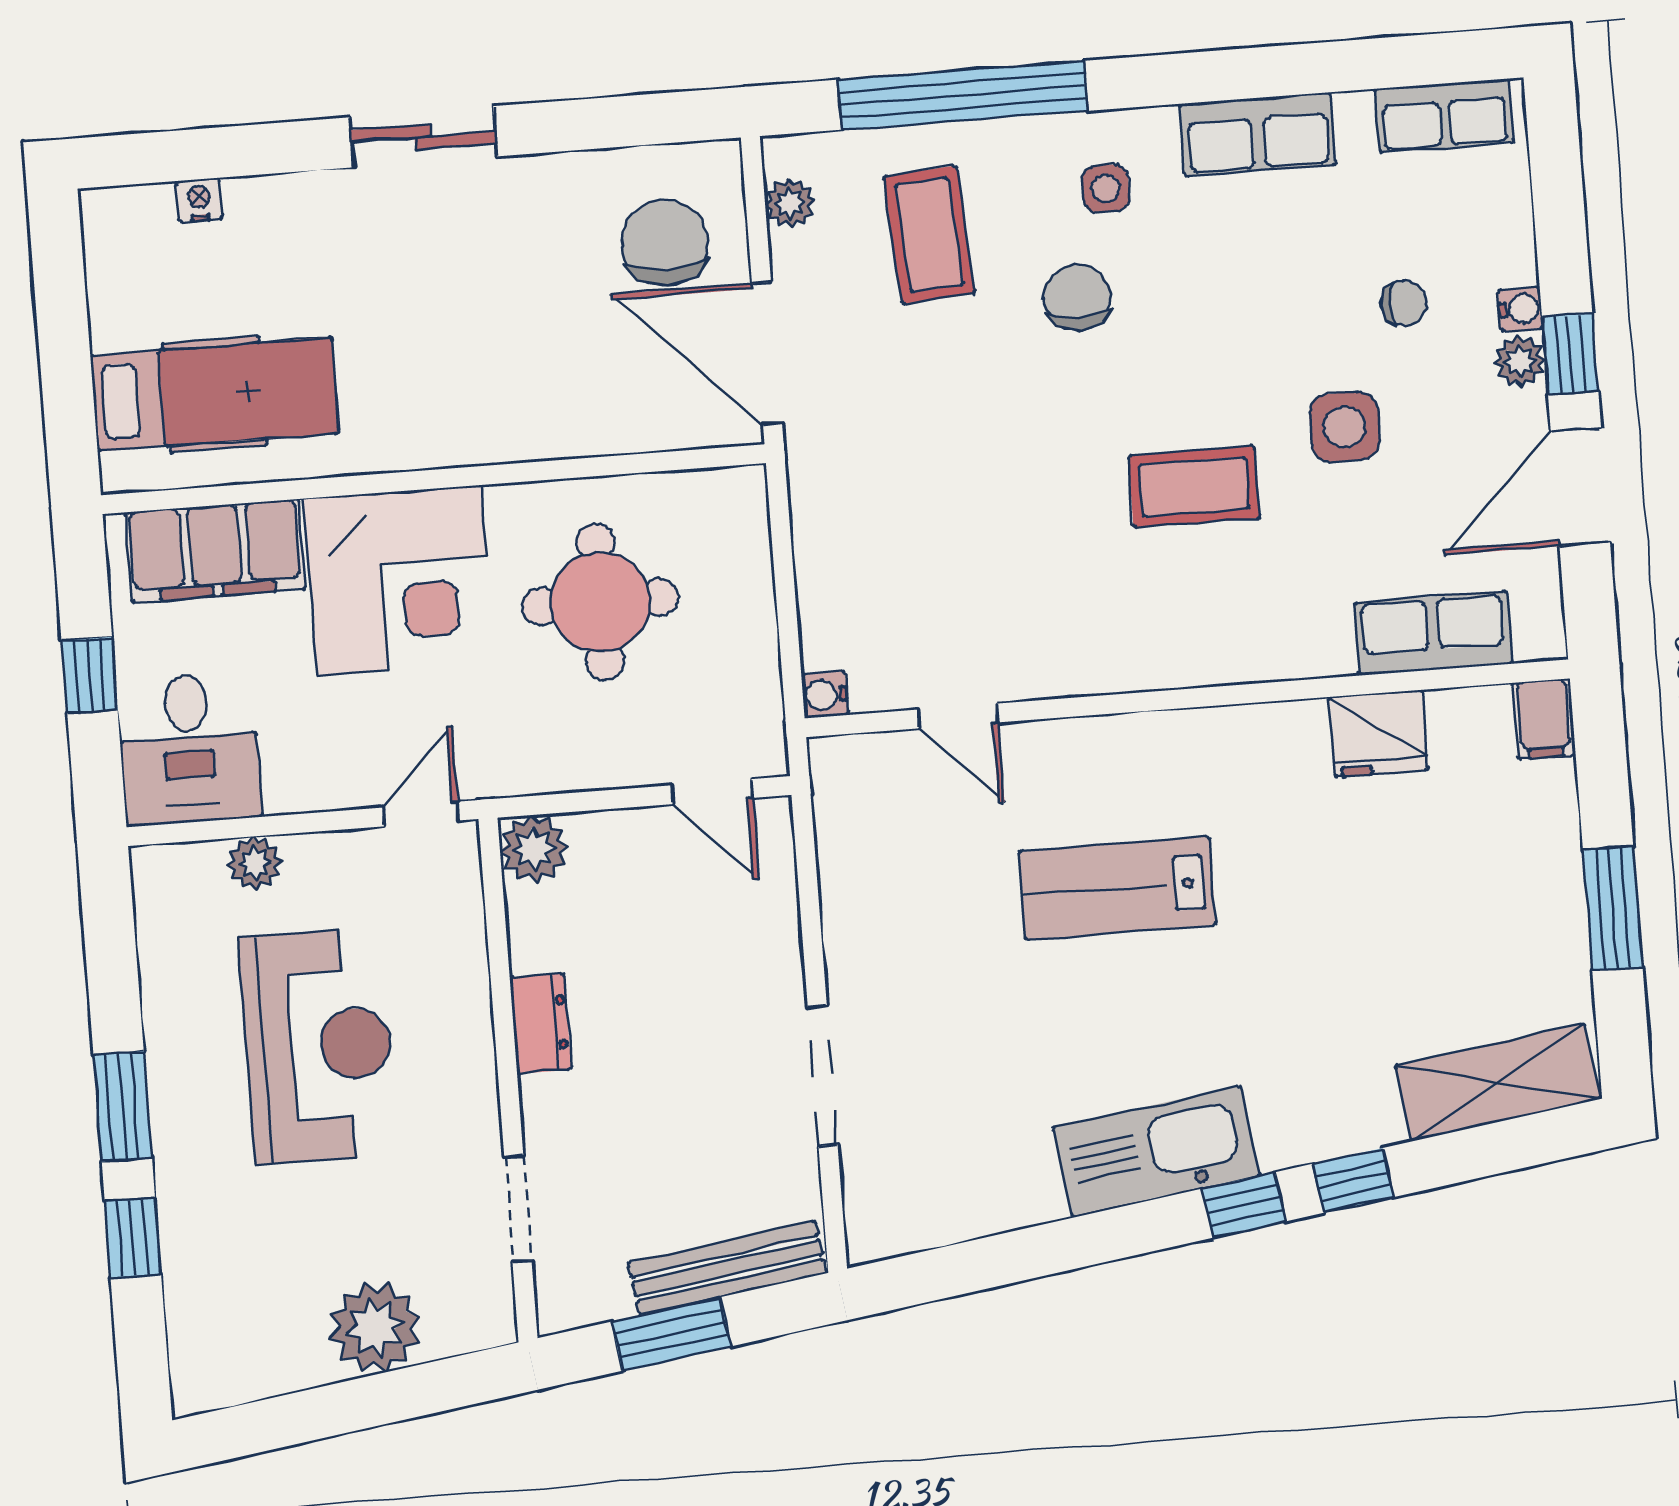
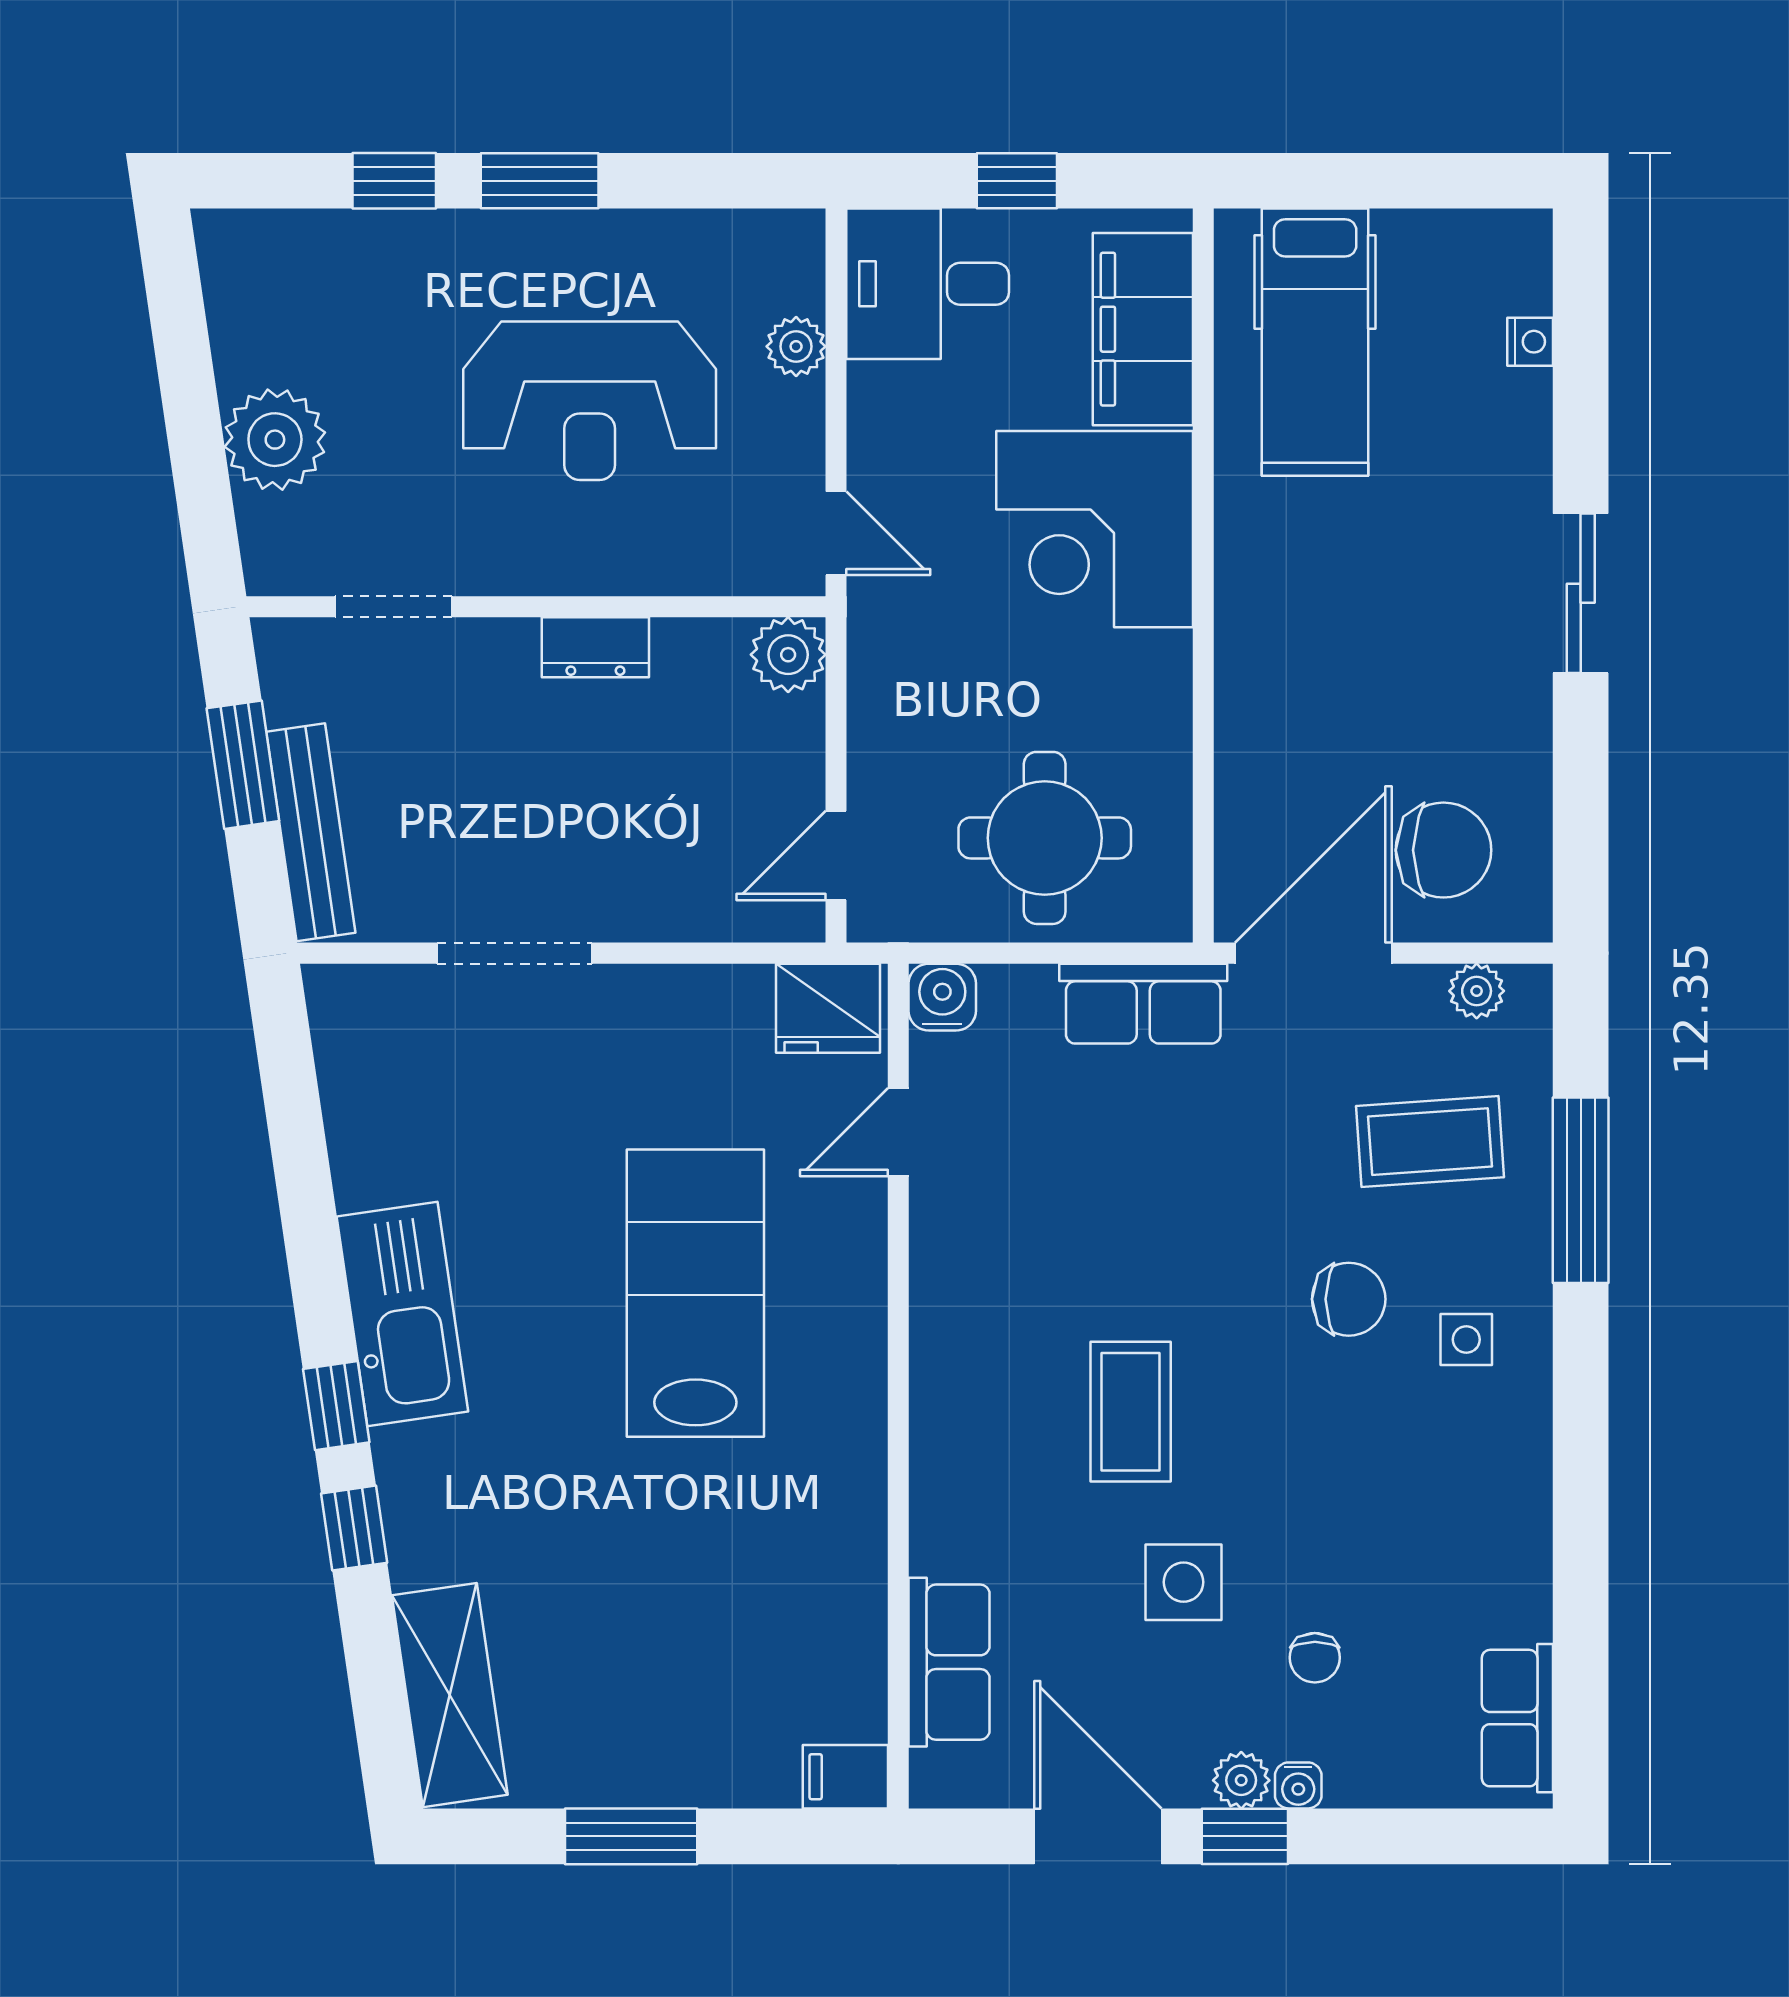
window: (963, 95) -> (1581, 1190), width x0.68
row of seats: (1258, 134) -> (1143, 1004), moved, turned -90
round table: (600, 602) -> (1045, 838), moved
water cooler: (825, 695) -> (942, 997), width x1.38, depth x1.38
fridge: (1379, 734) -> (828, 1008), moved, turned -90
lab bench: (1117, 888) -> (695, 1293), width x1.36, depth x1.39

